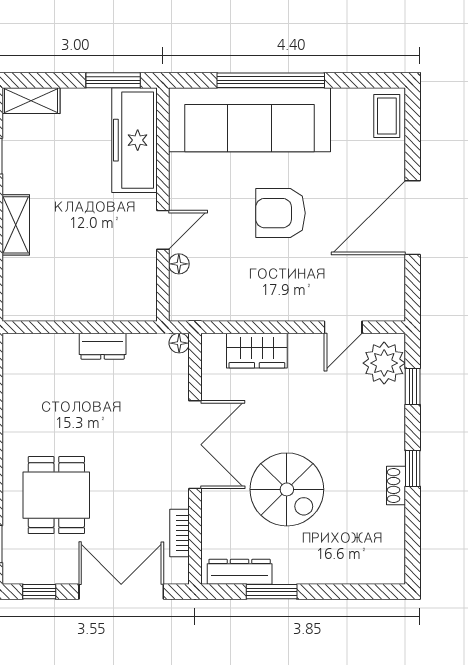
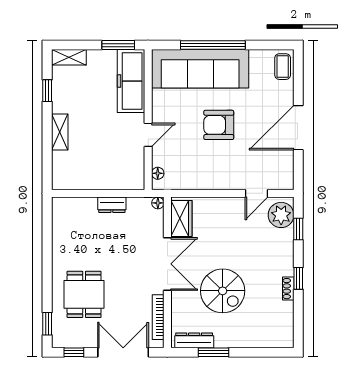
floor lamp: (179, 264) -> (158, 173), moved
wardrobe: (257, 351) -> (181, 218), moved, turned -90
bookcase: (180, 533) -> (158, 317), width x1.56

